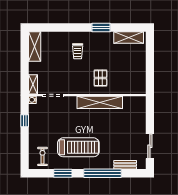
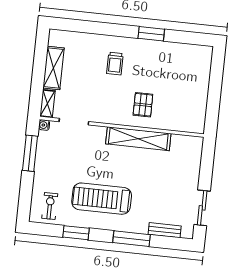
shelving: (129, 37) -> (188, 52), removed
shelving: (35, 46) -> (54, 68), moved
window: (25, 121) -> (30, 153), width x2.17
treadmill: (78, 147) -> (102, 199), turned 180
window: (102, 173) -> (131, 239), width x0.68

